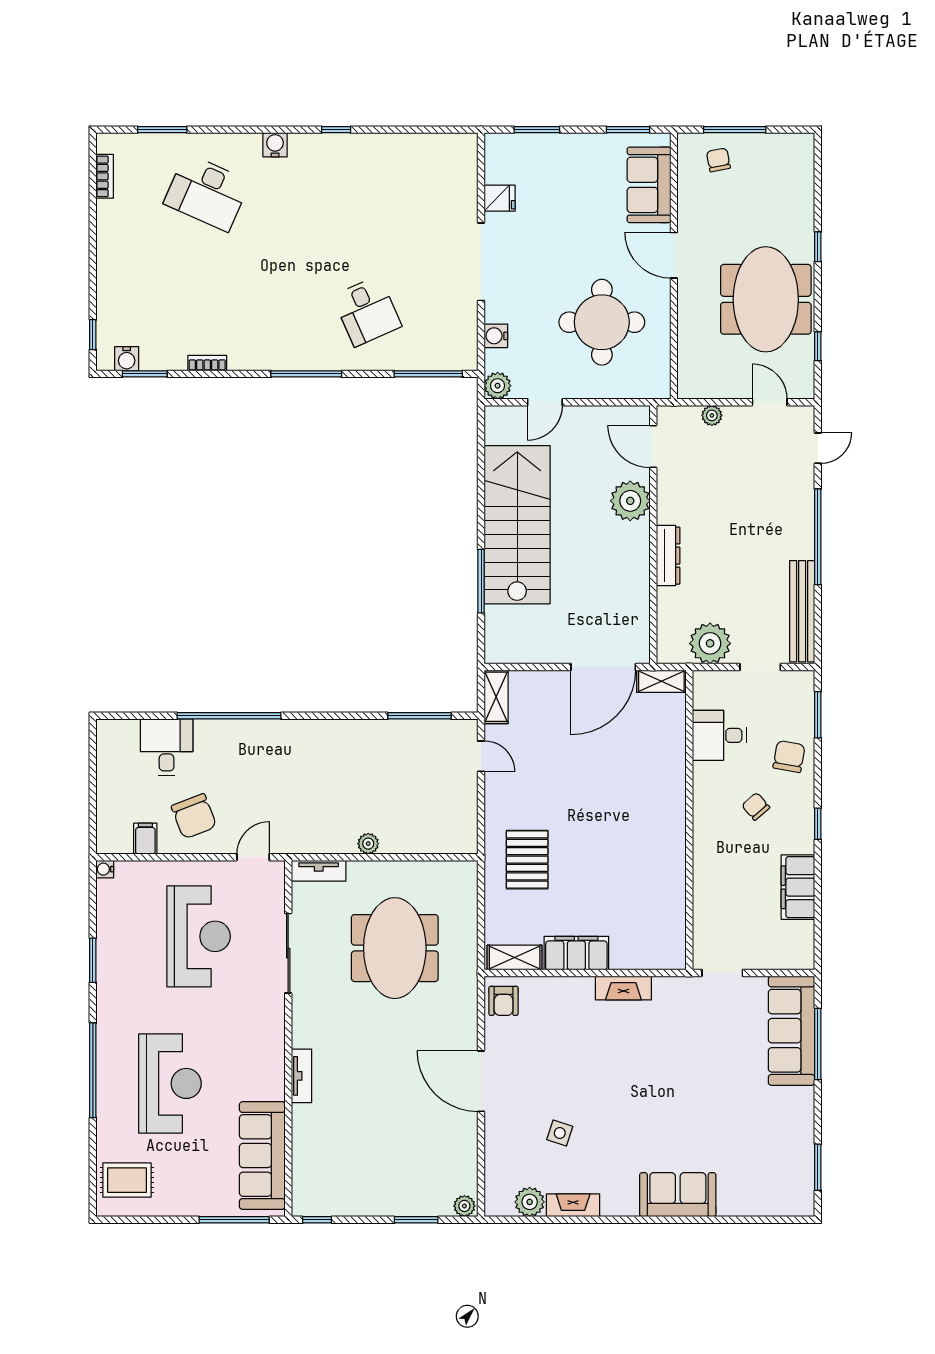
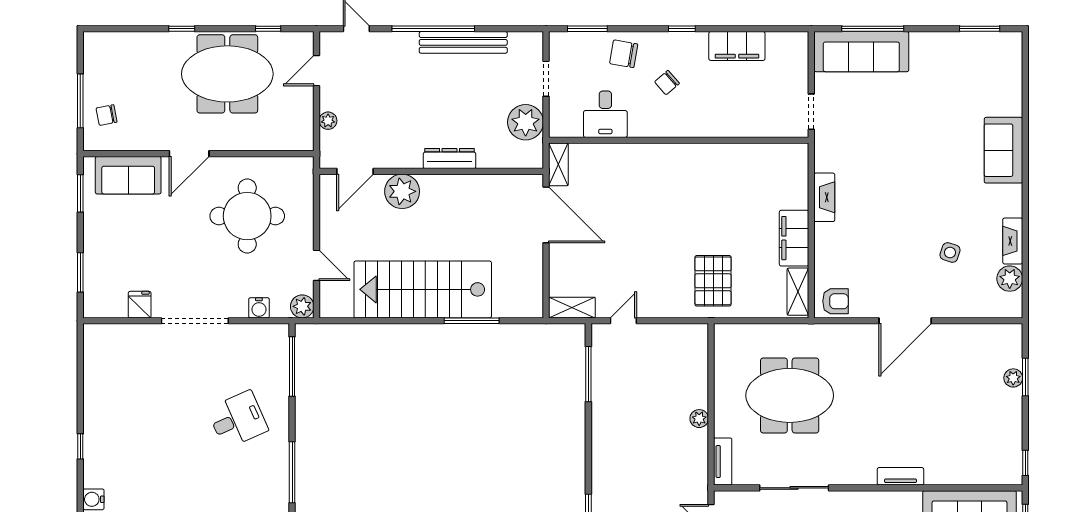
bench: (802, 611) -> (463, 42), moved
pallet: (527, 860) -> (713, 281), turned 90
plant: (464, 1206) -> (1013, 378), moved

